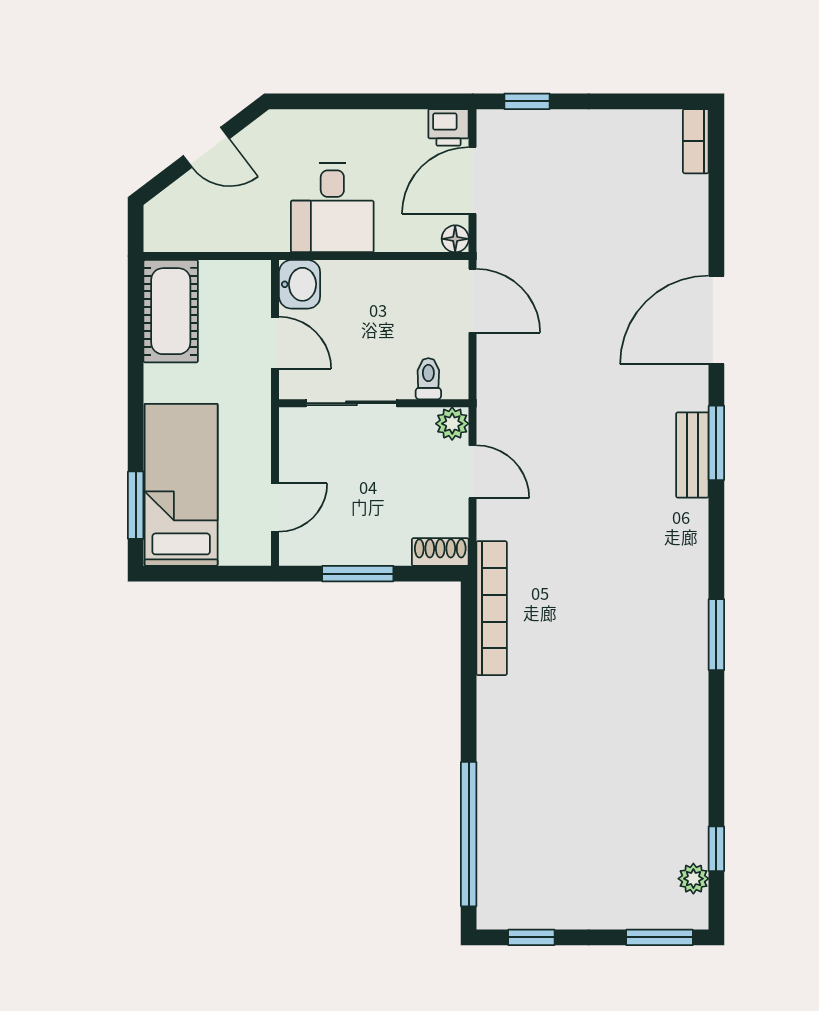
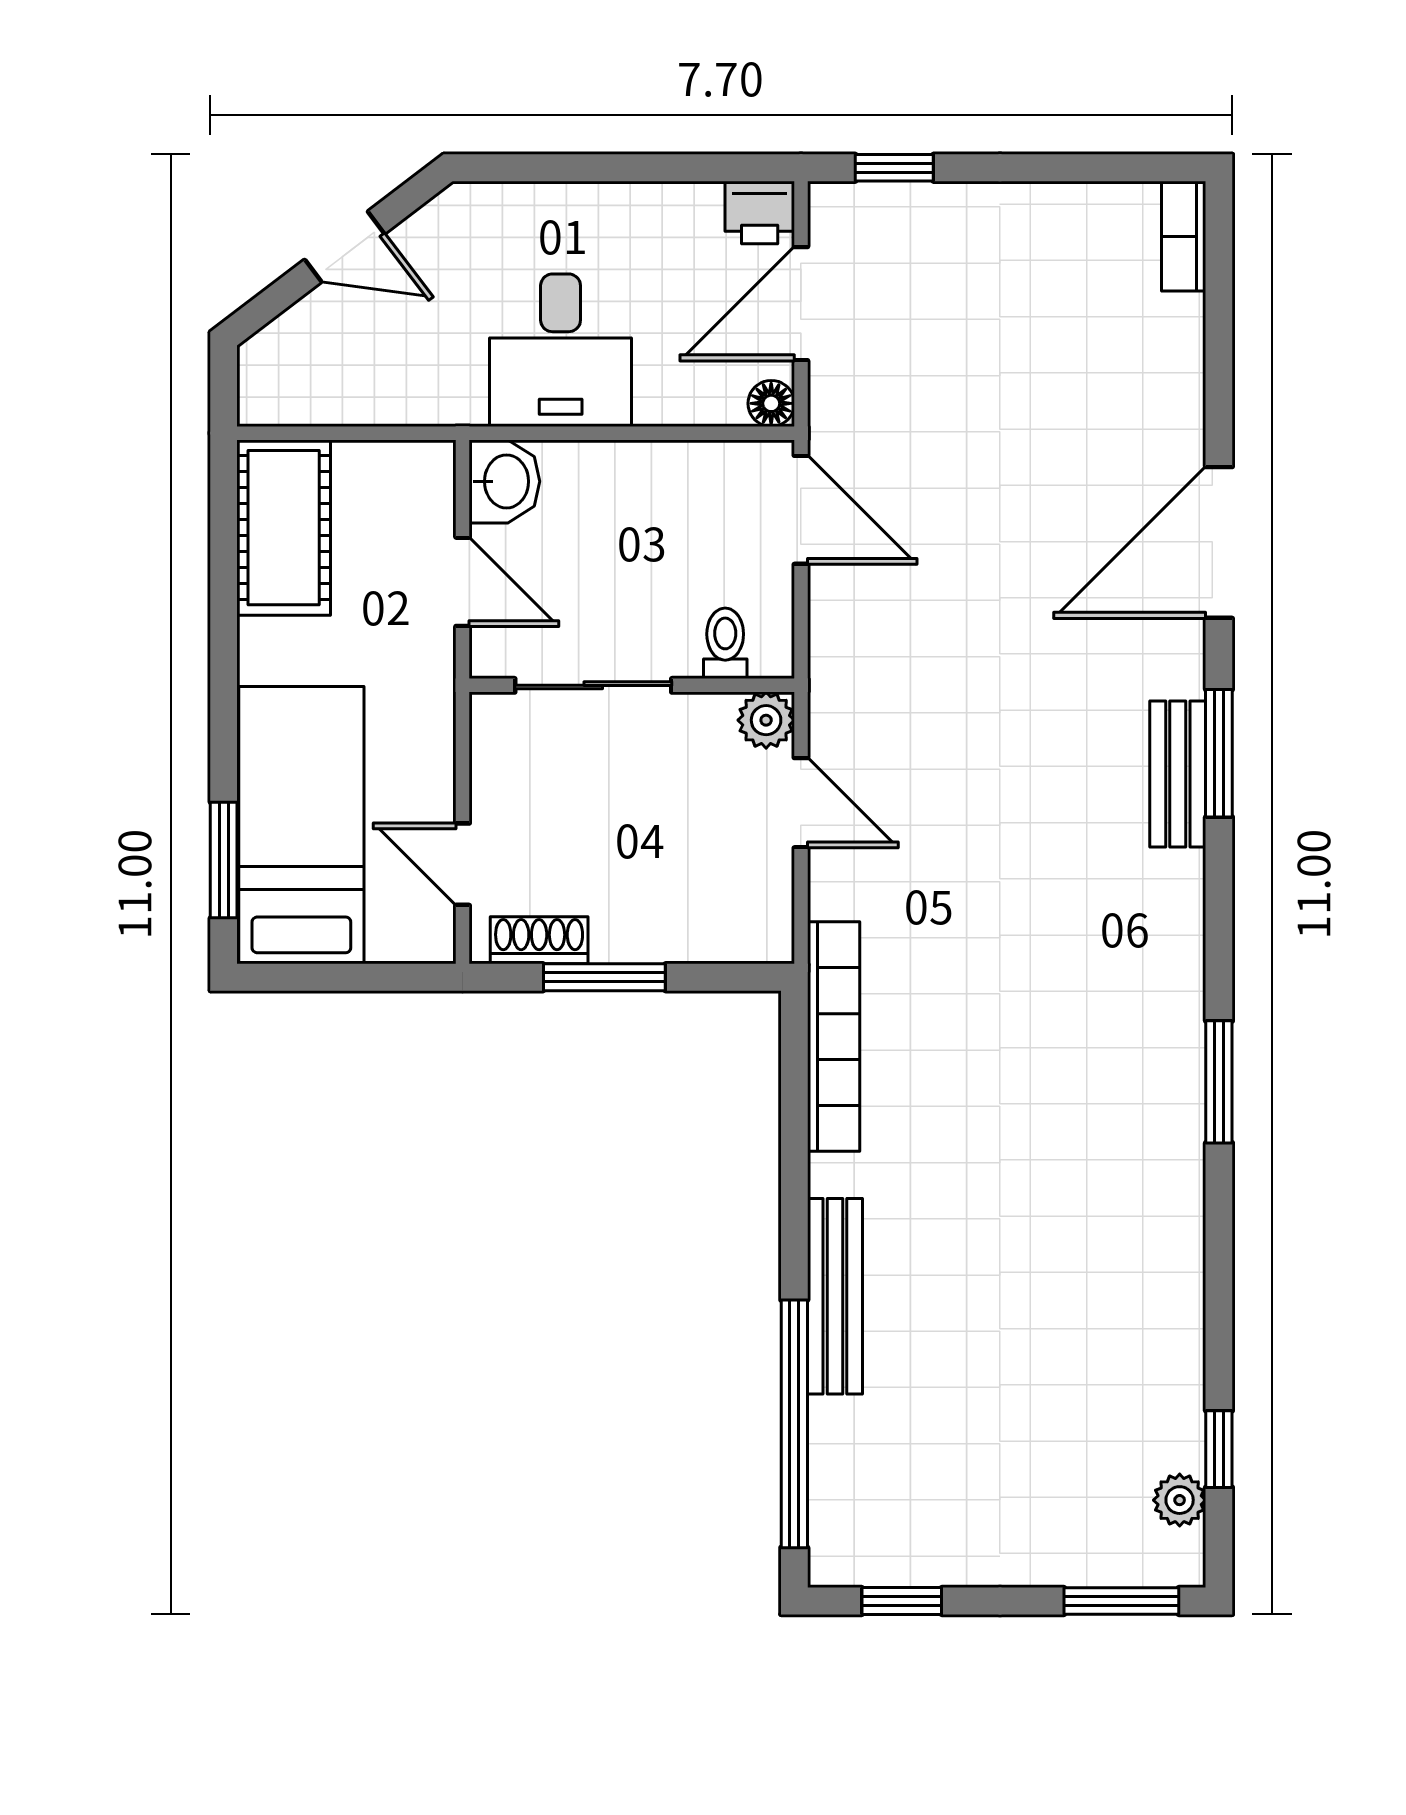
door: (275, 508) -> (463, 864), swing flipped
shoe rack: (440, 552) -> (539, 940), moved
bench: (492, 760) -> (835, 1296), added

